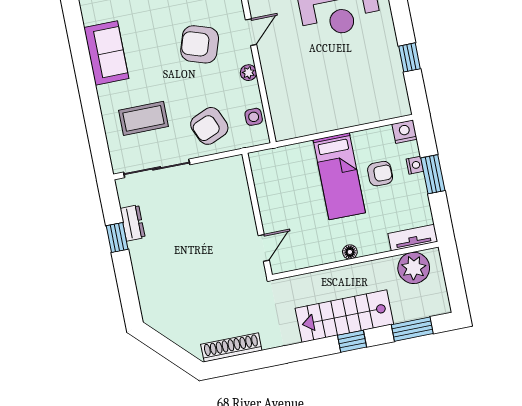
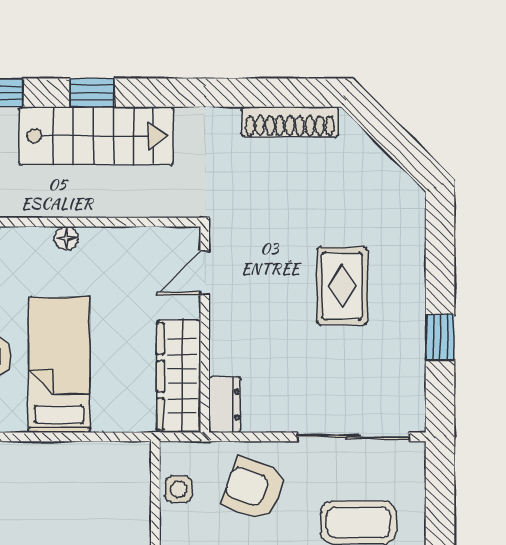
armchair: (209, 126) -> (254, 489), turned -137
wardrobe: (267, 184) -> (179, 376), added
dresser: (133, 223) -> (225, 405), moved, turned 180
rug: (181, 256) -> (342, 286), added

